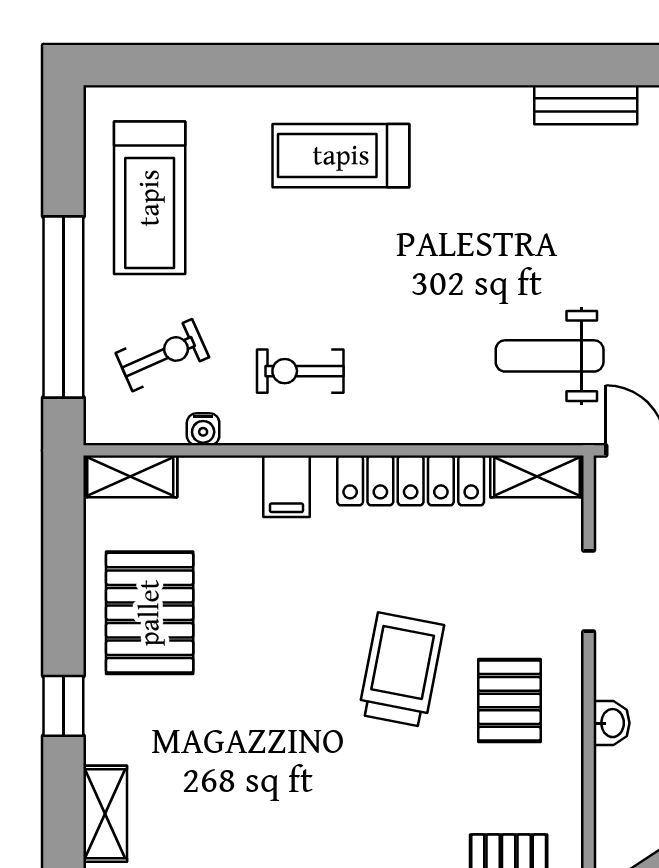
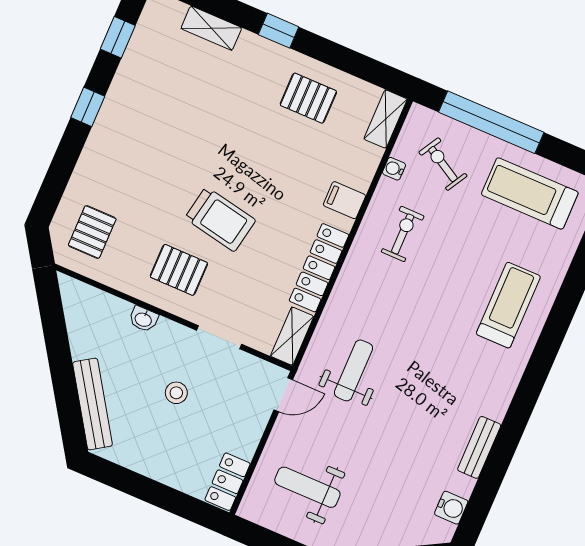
exercise bike: (162, 355) -> (443, 164), turned 144
pallet: (150, 613) -> (308, 98), width x0.67, depth x0.71

